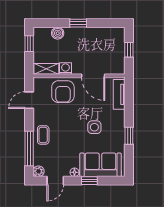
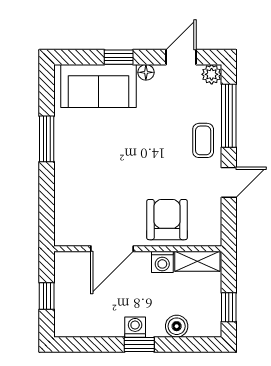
washing machine: (80, 33) -> (135, 327), added
door: (93, 76) -> (112, 249), swing flipped
tv unit: (119, 94) -> (64, 214), removed
door: (29, 100) -> (229, 182), moved
side table: (94, 127) -> (110, 155), removed
window: (129, 136) -> (47, 139), width x1.50

